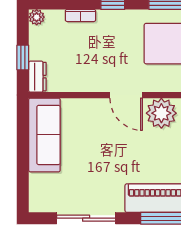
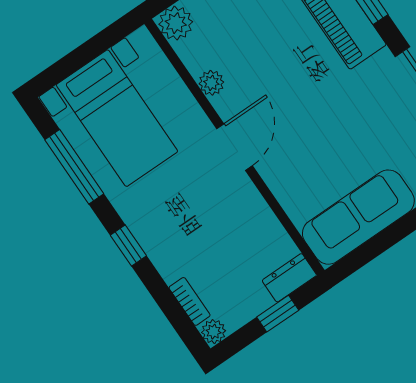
bookcase: (80, 15) -> (190, 301), moved
plant: (161, 113) -> (211, 83), width x0.53, depth x0.53

